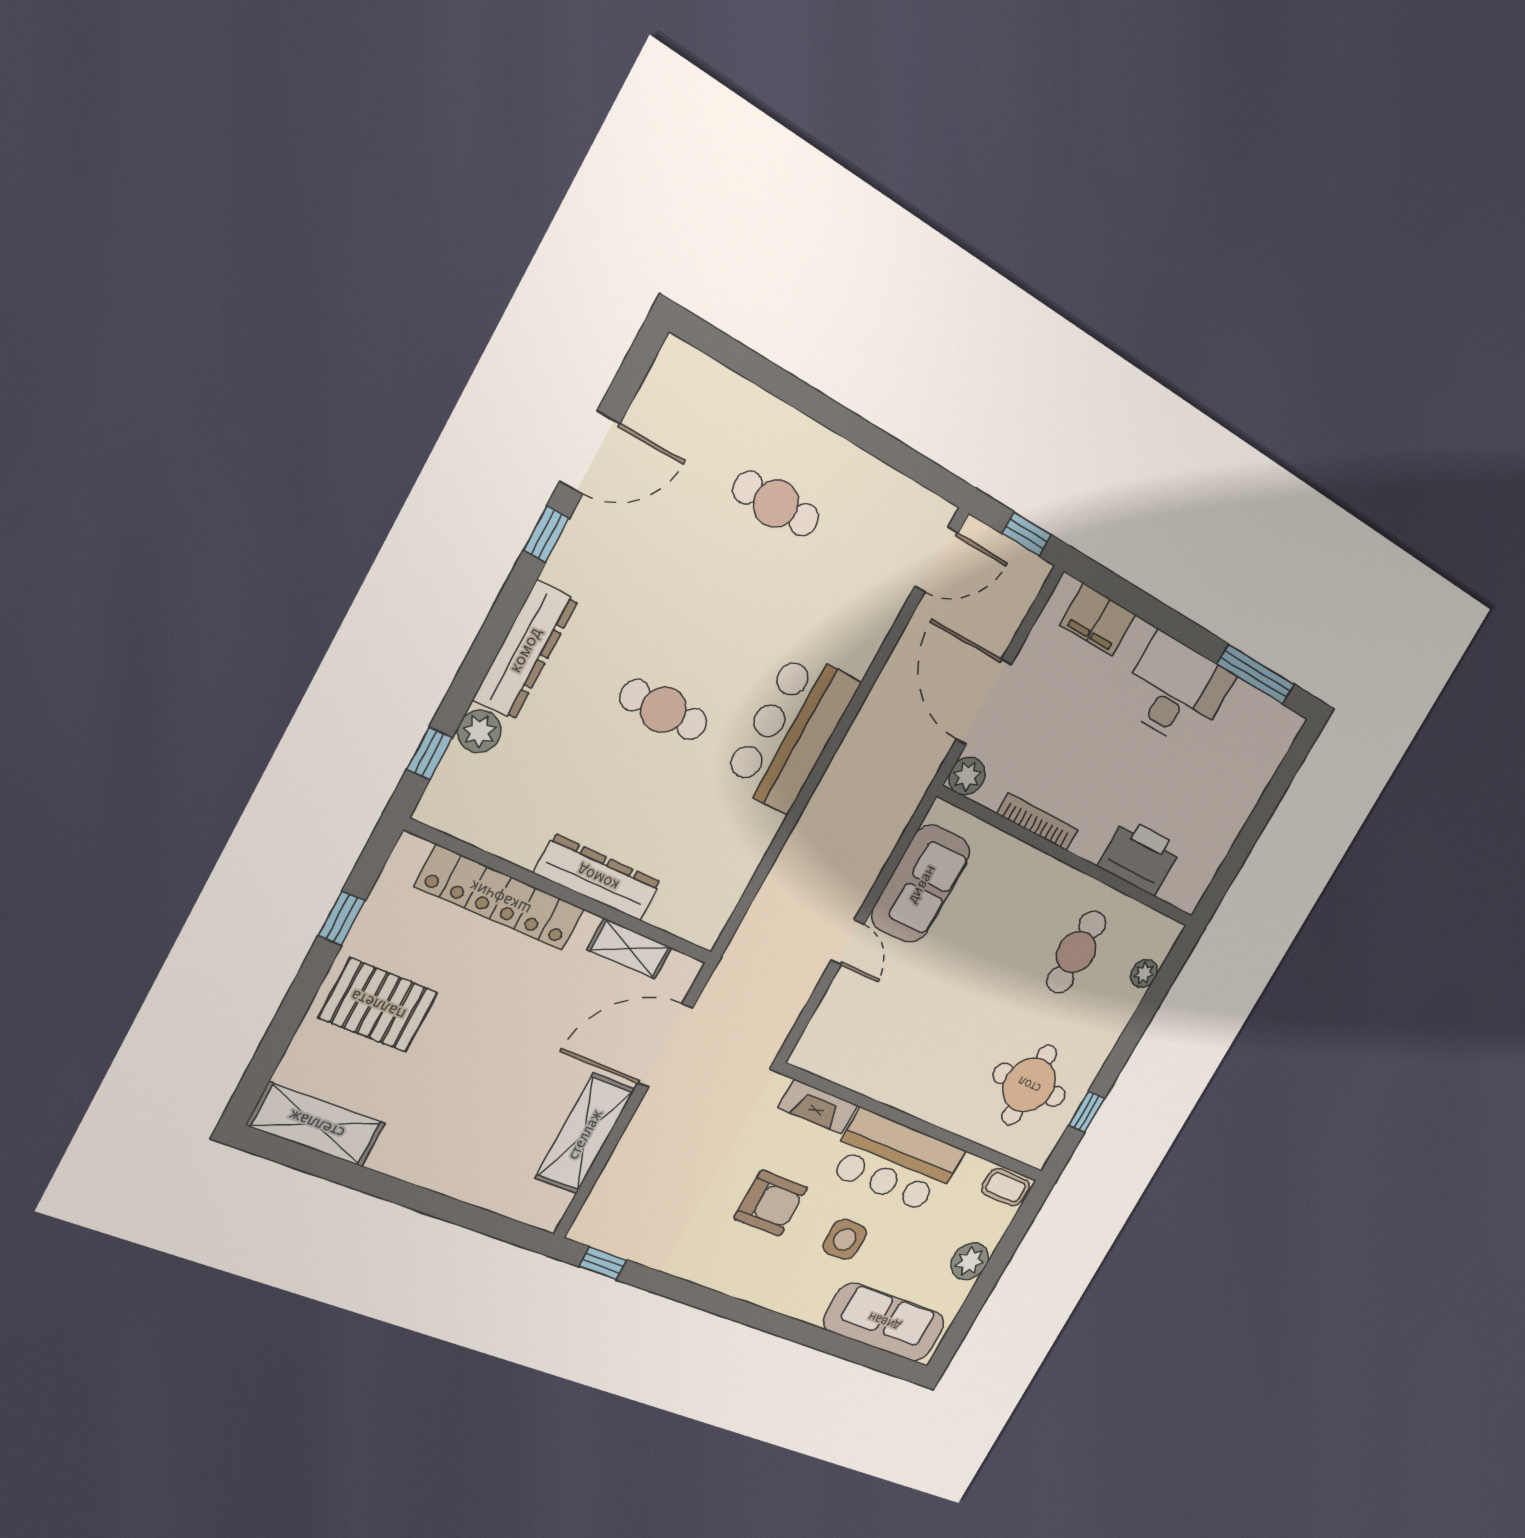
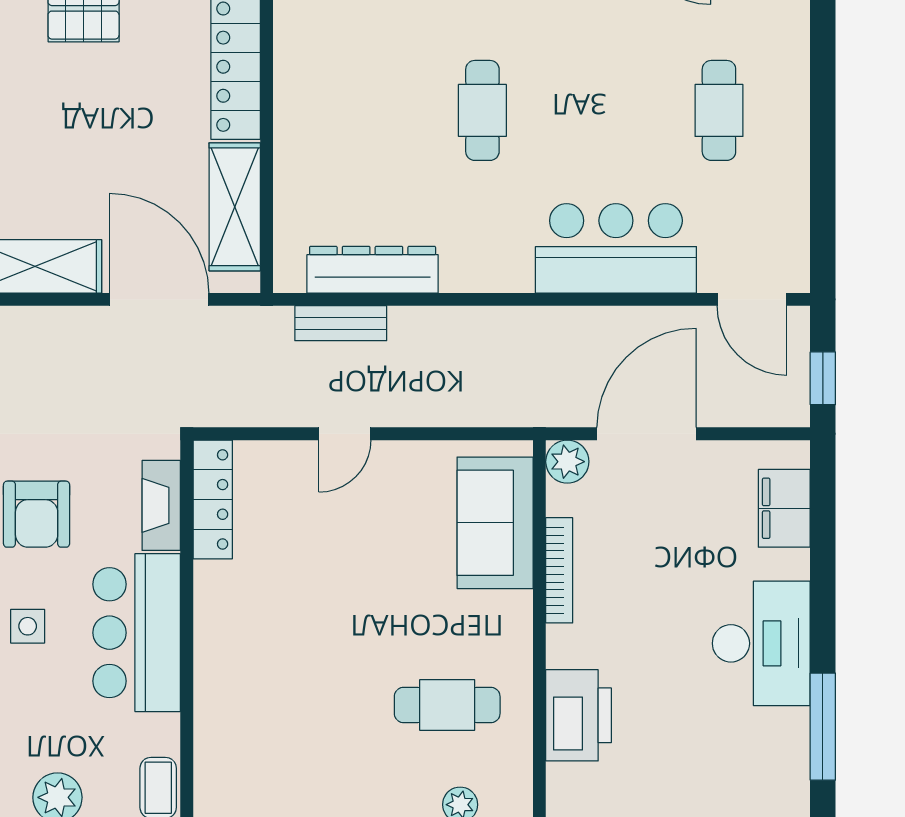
bar counter: (791, 732) -> (616, 248), moved
dresser: (598, 878) -> (373, 270), moved, turned -90
sofa: (921, 884) -> (495, 523), moved, turned 90
bench: (765, 908) -> (341, 323), added
shelving: (630, 949) -> (235, 207), width x1.50, depth x1.33
locker: (836, 1066) -> (213, 499), added
round table: (1029, 1085) -> (283, 742), removed
side table: (845, 1239) -> (28, 626), width x0.73, depth x0.73

